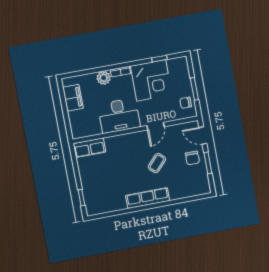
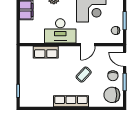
row of seats: (89, 148) -> (46, 52), moved
chair: (195, 181) -> (112, 95), added

